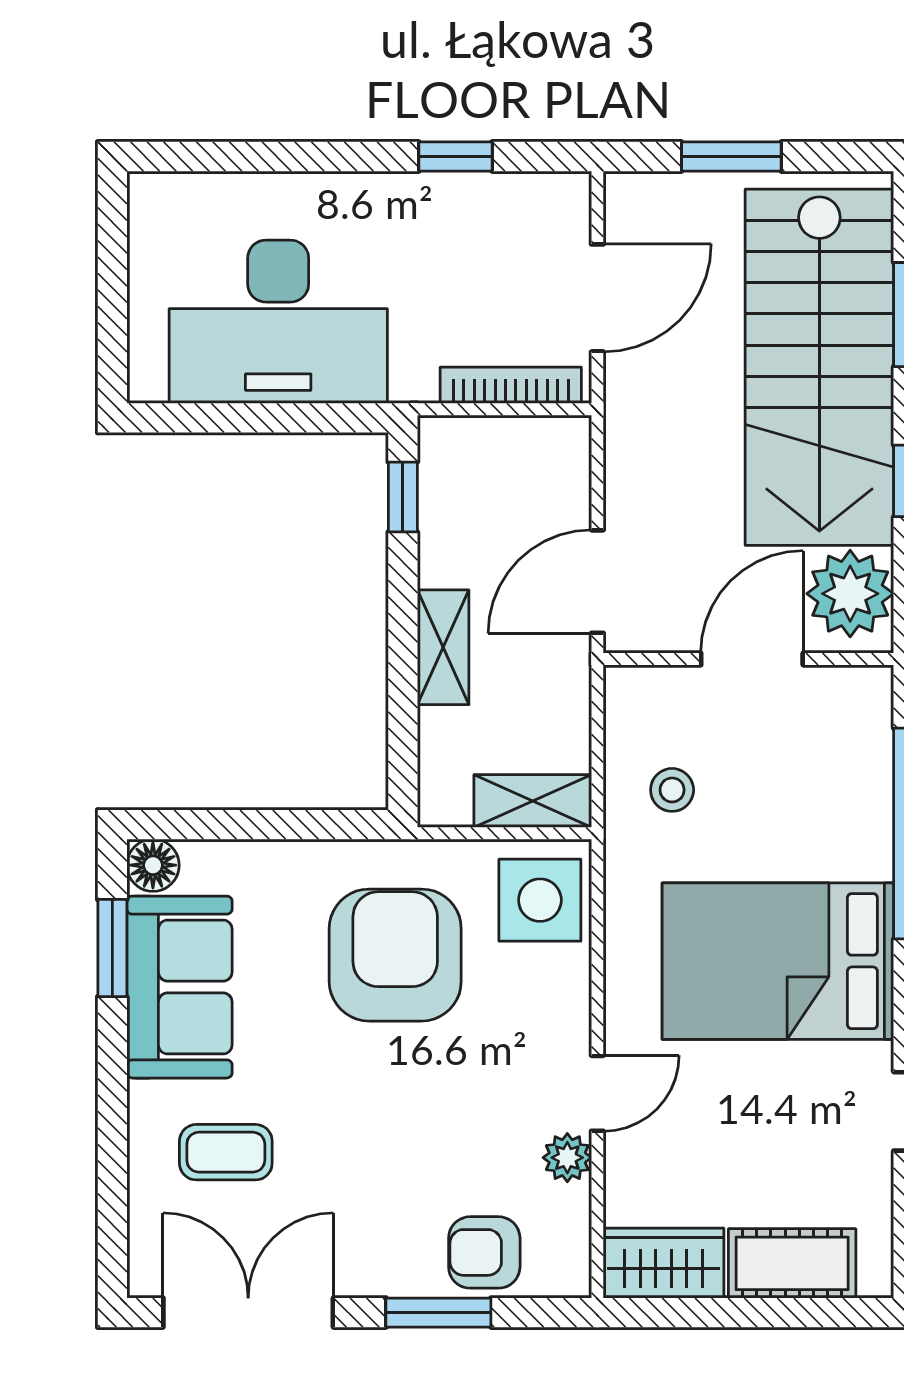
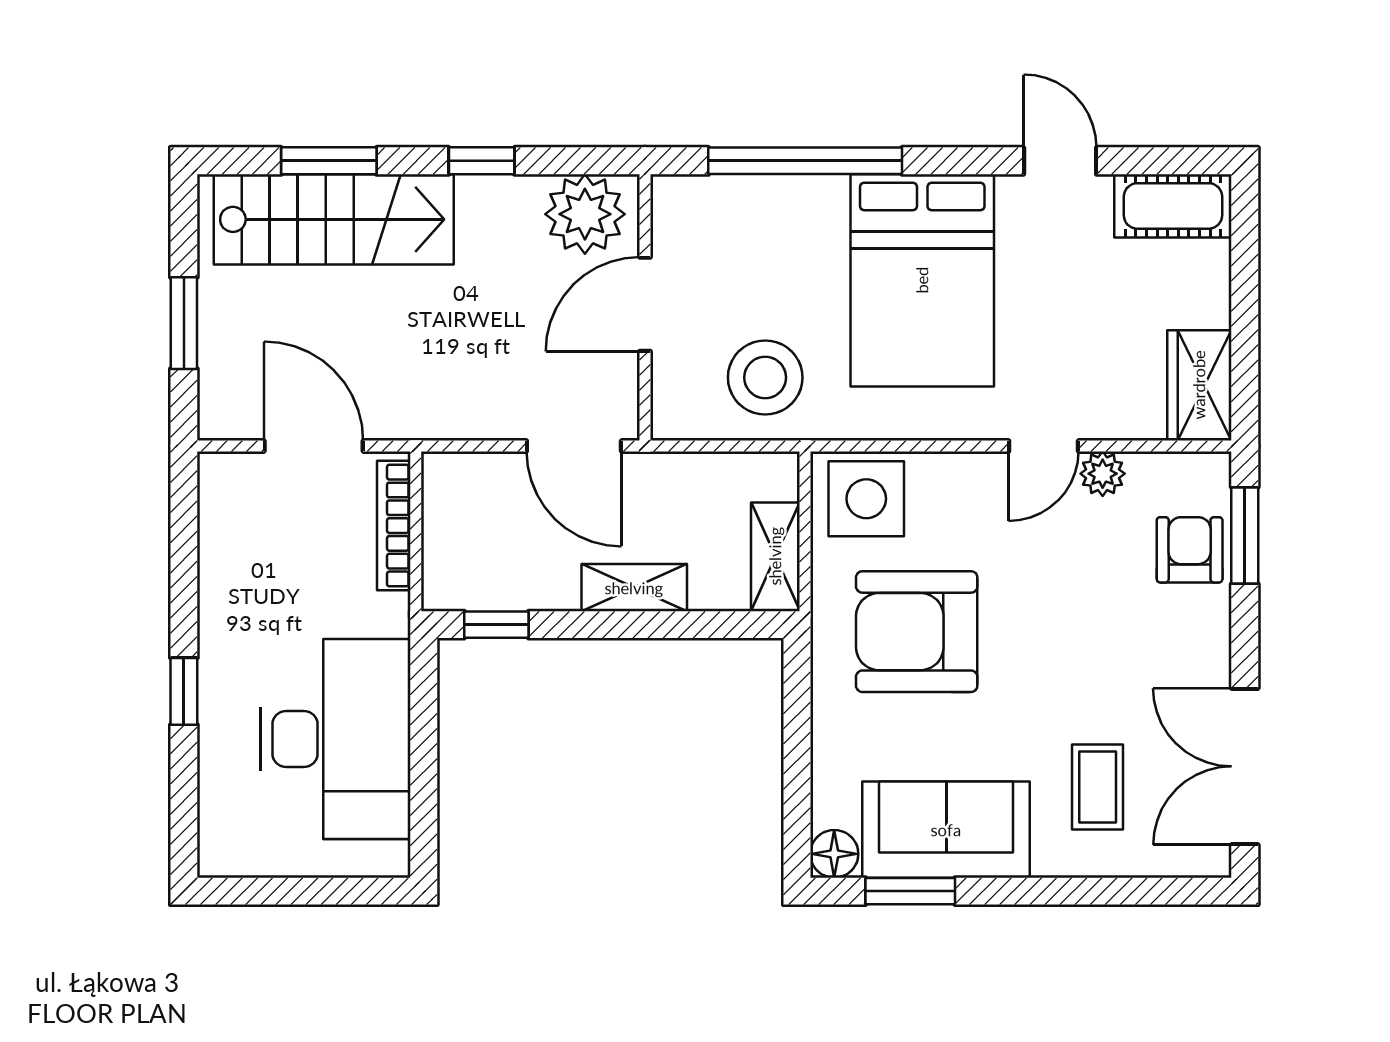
window: (455, 157) -> (184, 691), moved
stairs: (819, 367) -> (334, 219), width x0.73, depth x0.66
door: (752, 659) -> (645, 304), hinge flipped
stool: (672, 790) -> (765, 378), width x1.89, depth x1.89
shelving: (533, 801) -> (775, 556), moved
door: (597, 1093) -> (1044, 446), swing flipped
armchair: (484, 1252) -> (1190, 550), turned 180
cot: (792, 1263) -> (1173, 206), moved, turned 90
window: (438, 1313) -> (1245, 535), moved

